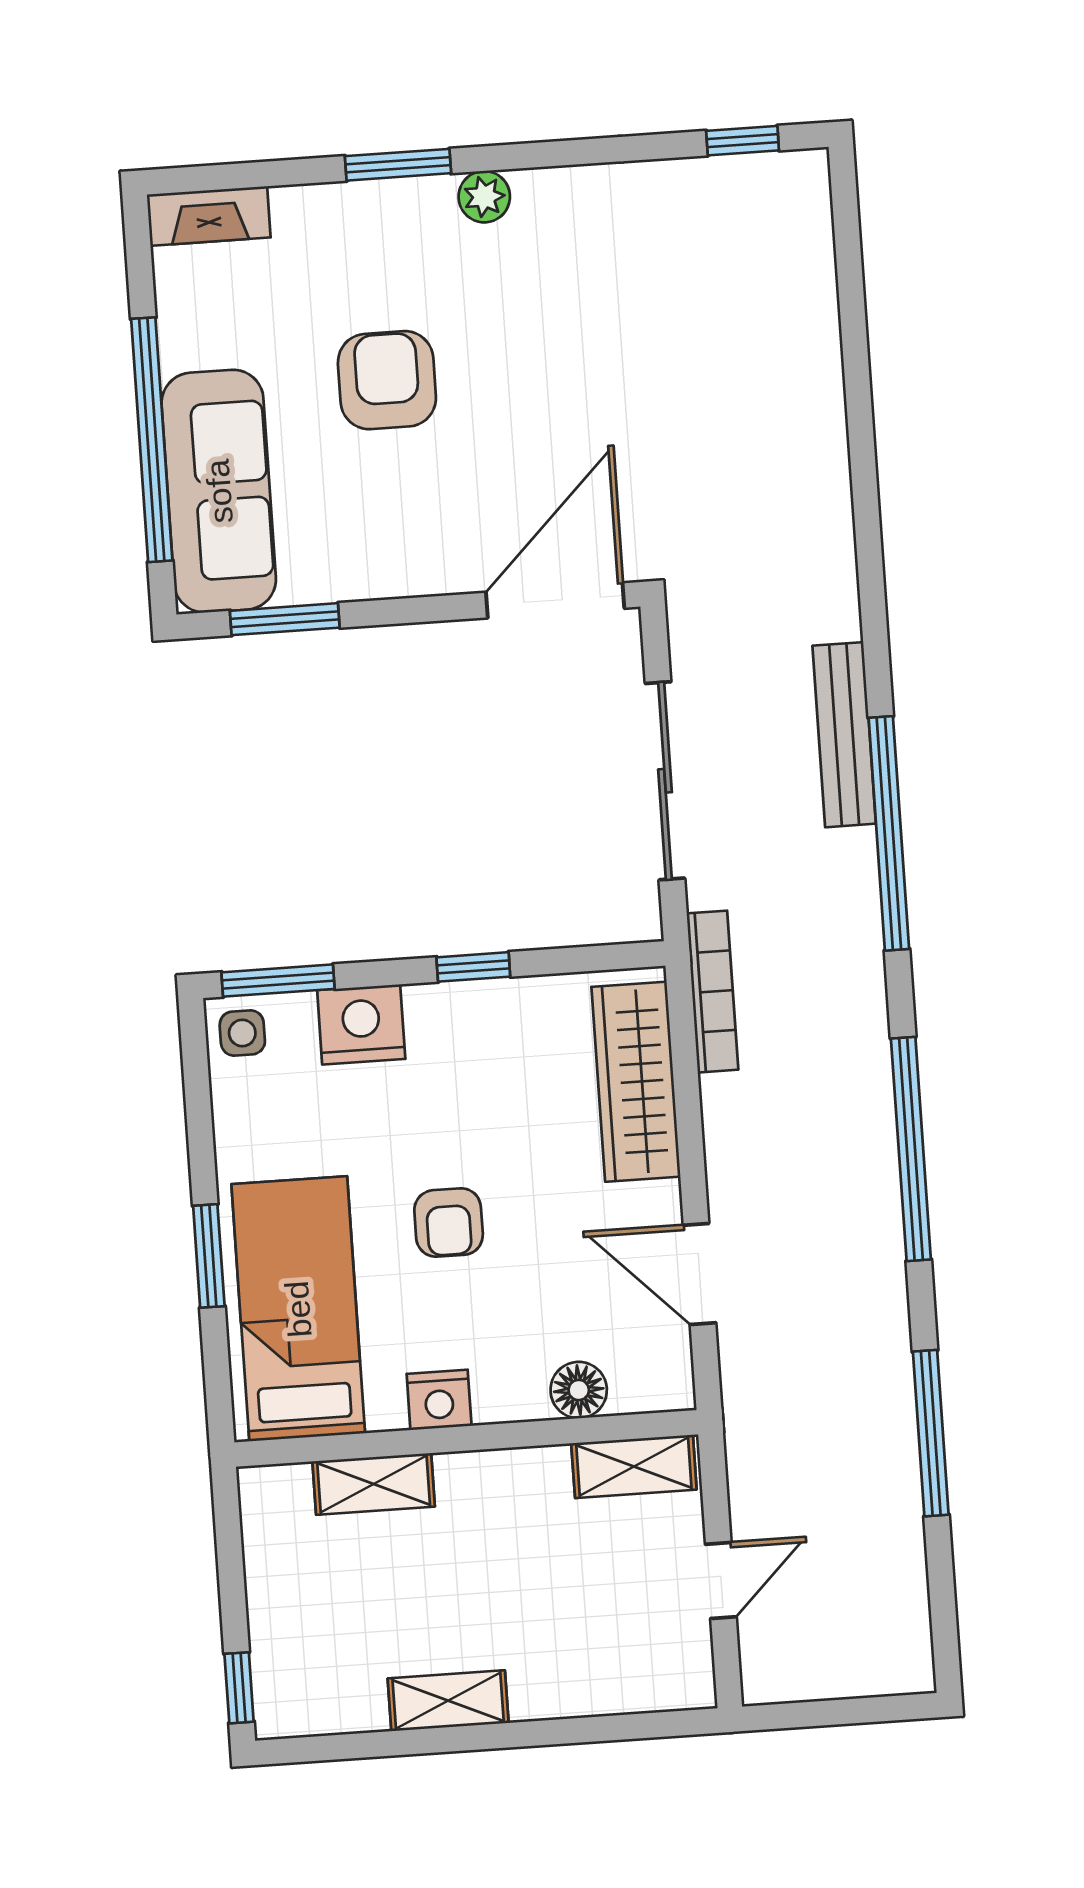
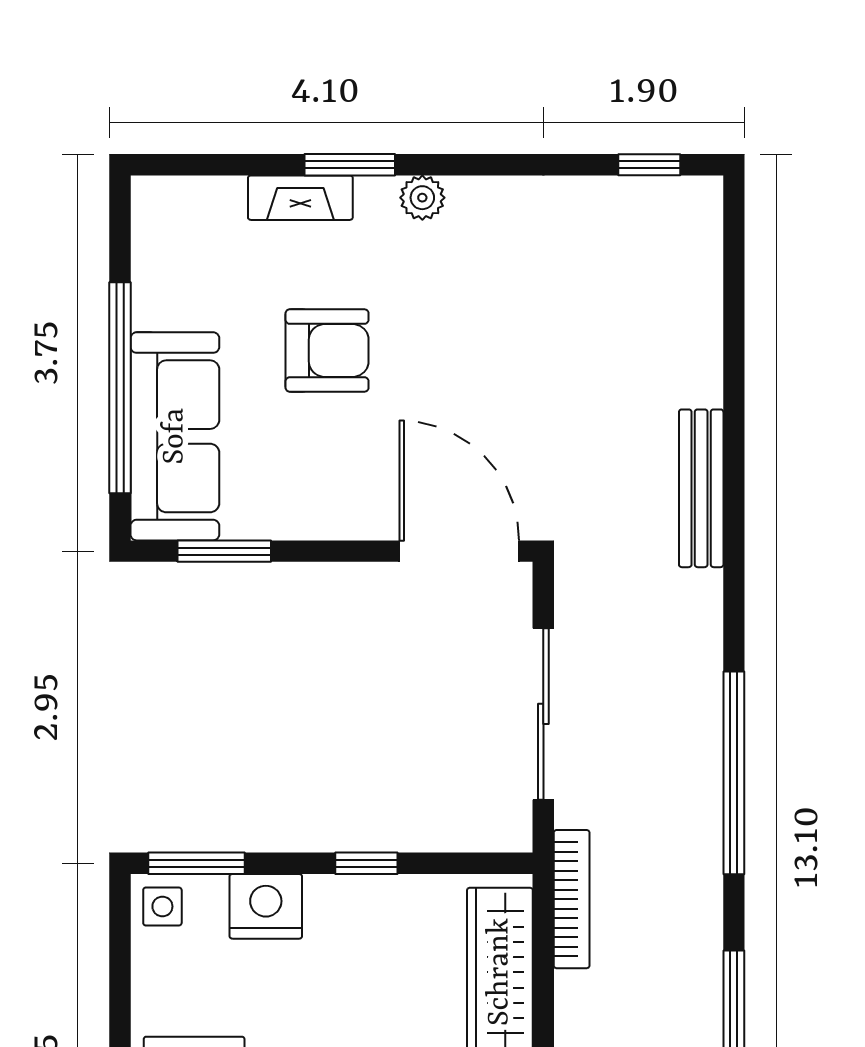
fireplace: (209, 216) -> (300, 198), moved
armchair: (387, 380) -> (327, 351), turned 90
door: (555, 600) -> (459, 551), hinge flipped
bench: (844, 735) -> (701, 488), moved

